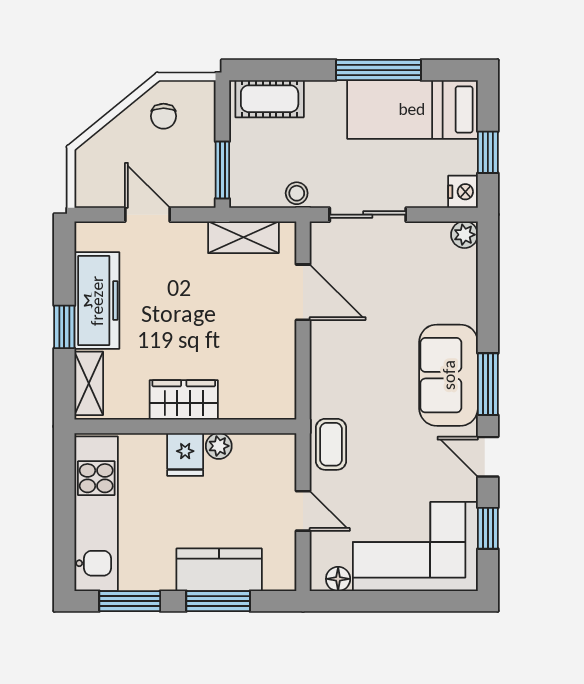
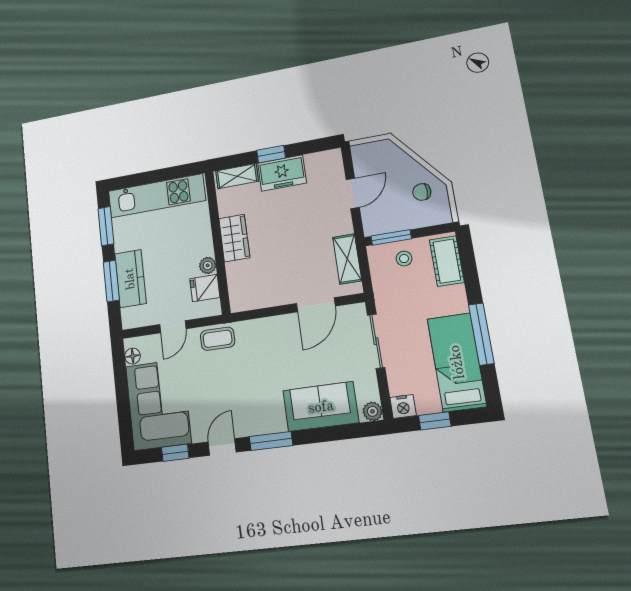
stool: (297, 193) -> (404, 259), moved
freezer: (97, 301) -> (282, 173), width x0.71
sofa: (449, 375) -> (321, 407), moved
fridge: (185, 455) -> (205, 288), moved

